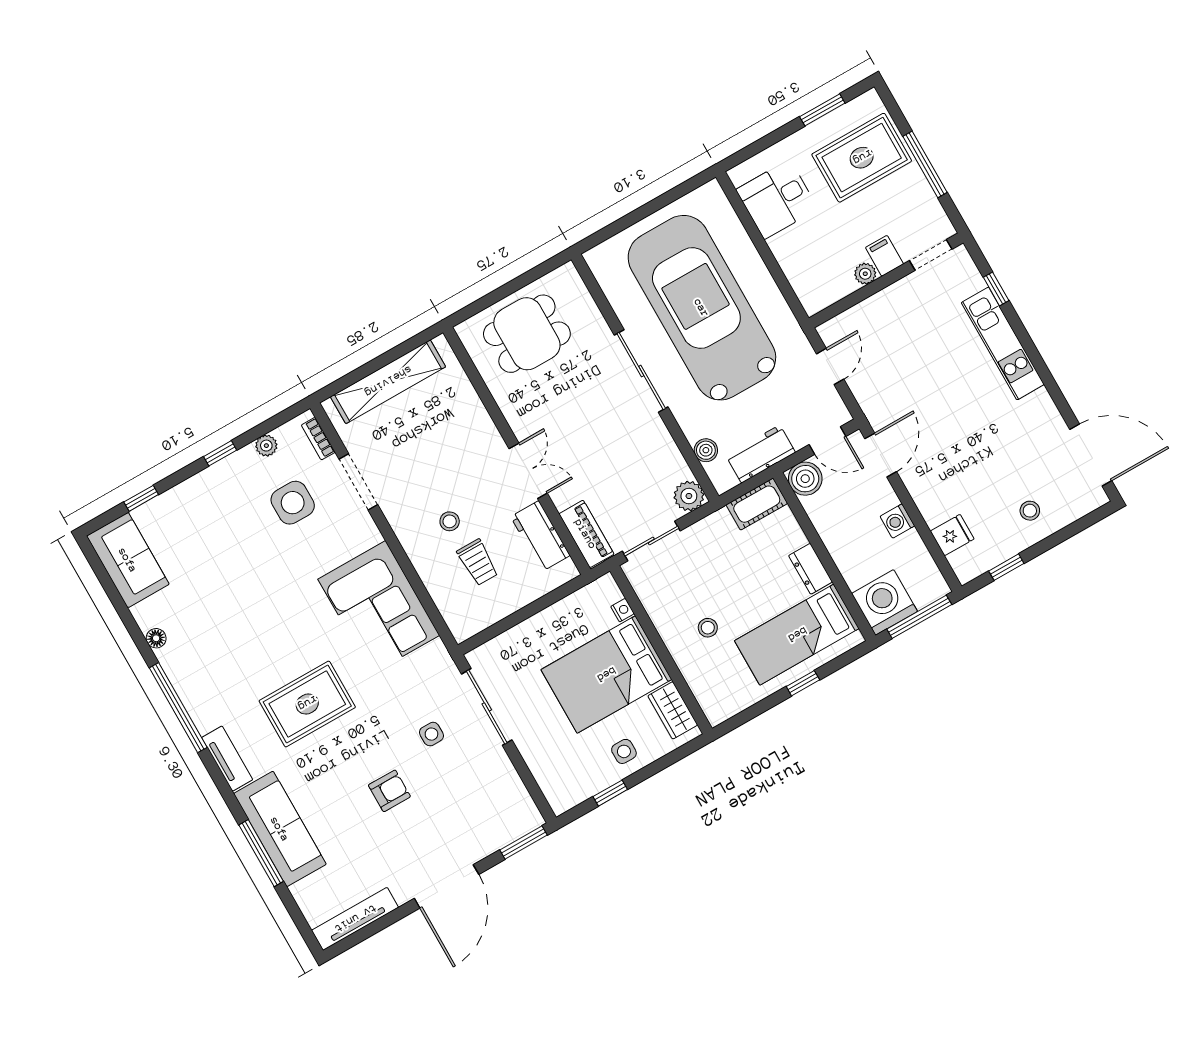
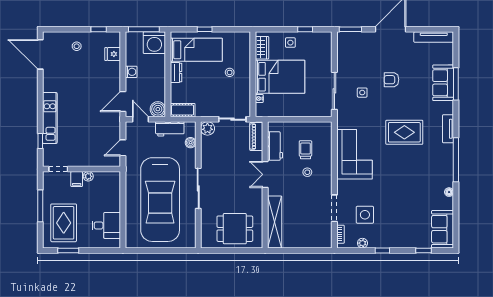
rug: (862, 158) -> (64, 223), turned 90
shelving: (388, 382) -> (275, 222), moved, turned 90
sofa: (280, 829) -> (443, 83), width x0.73

